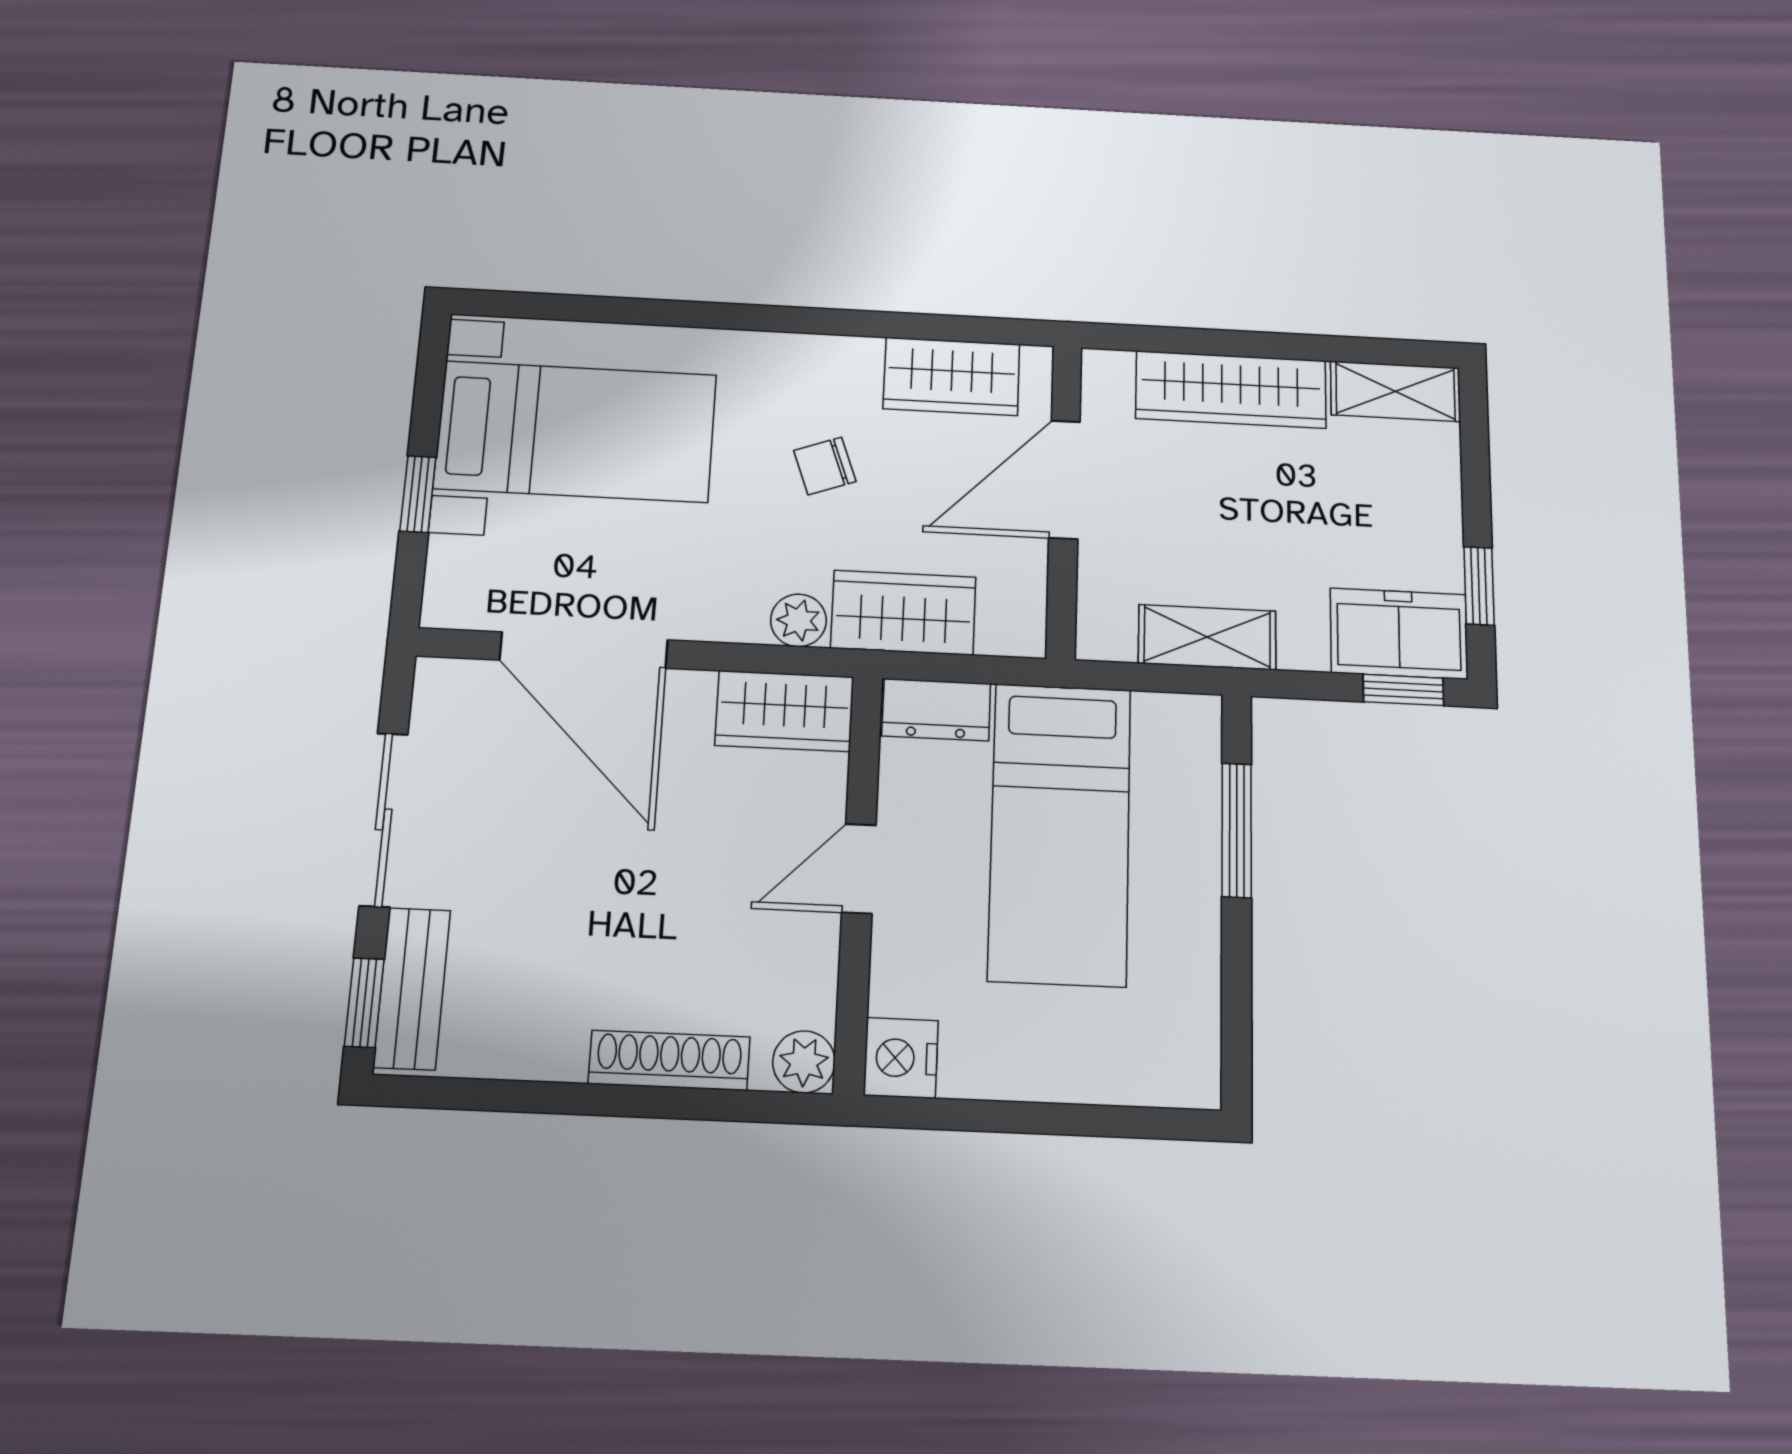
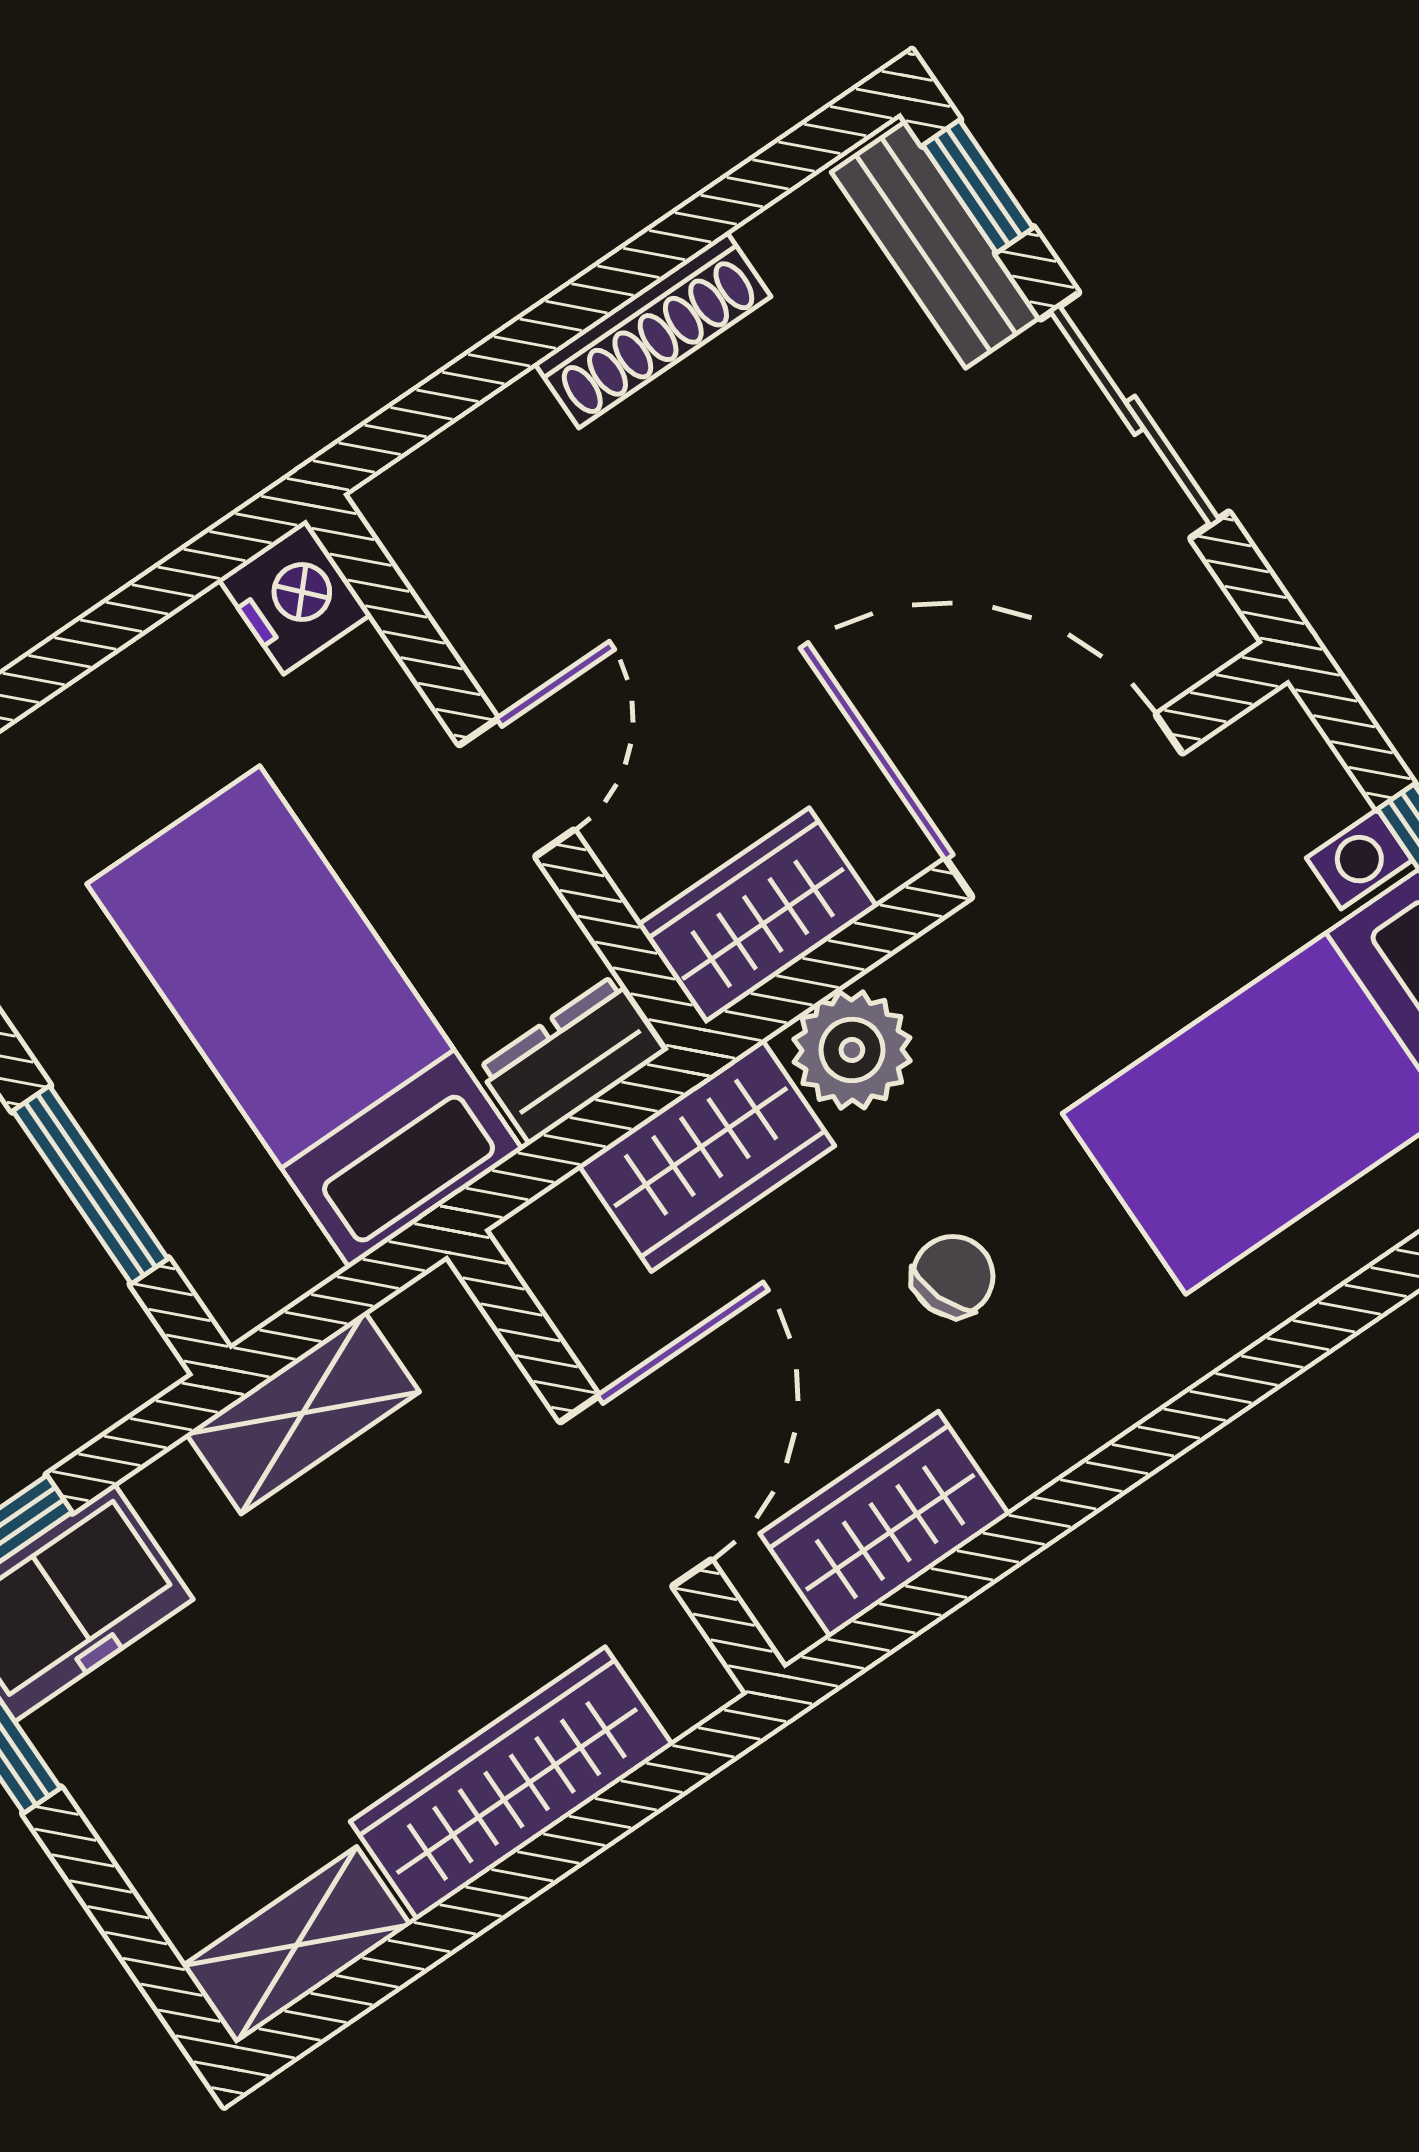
plant: (798, 620) -> (852, 1050), width x1.38, depth x1.38
shoe rack: (669, 1060) -> (653, 330), moved
plant: (804, 1062) -> (406, 506), removed

